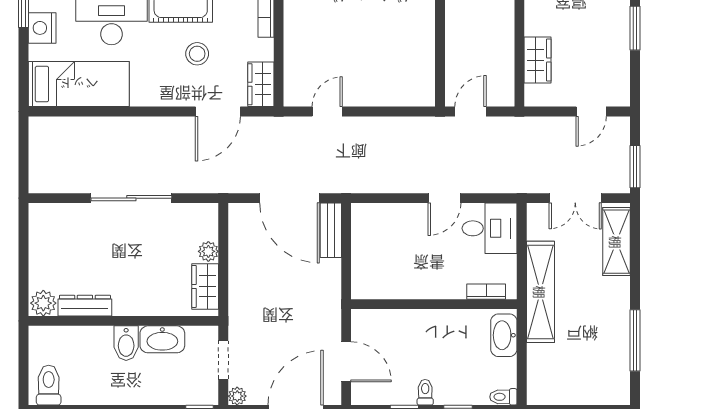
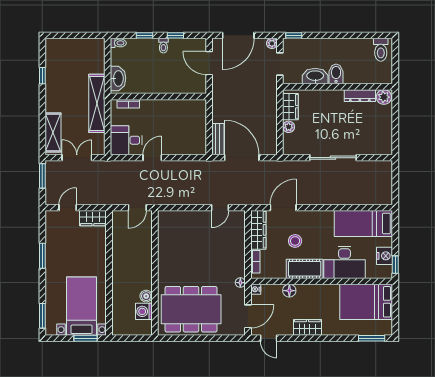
wardrobe: (538, 60) -> (93, 218), moved, turned -90
wardrobe: (261, 84) -> (258, 230), width x1.50
window: (635, 340) -> (42, 76), width x0.46

